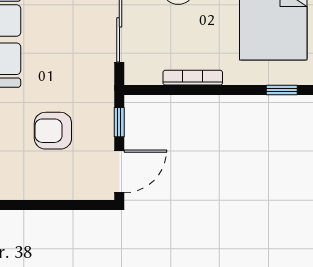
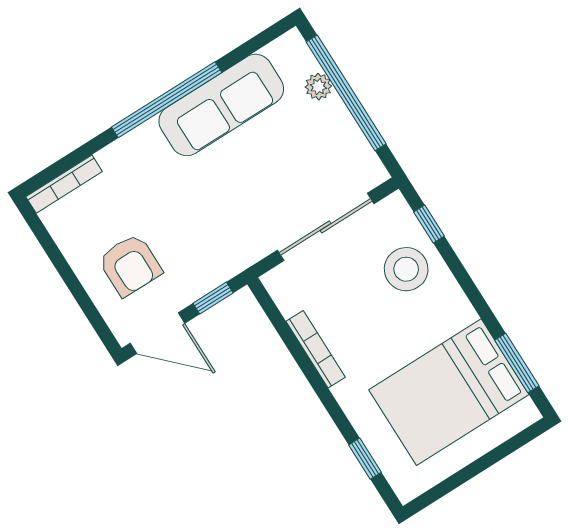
armchair: (53, 131) -> (130, 265), moved, turned 180

